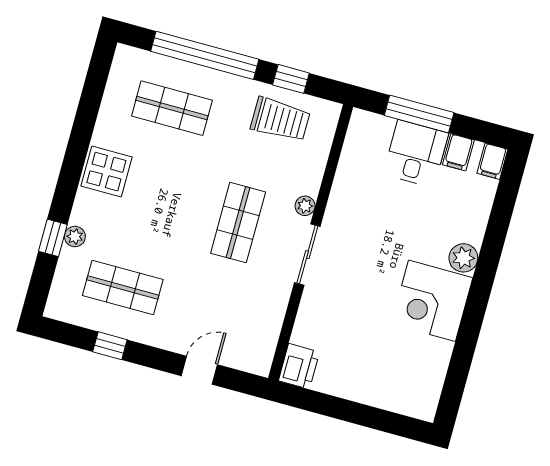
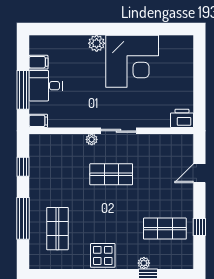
window: (205, 55) -> (23, 218), width x0.68
trolley: (280, 119) -> (47, 166), removed
filing cabinet: (492, 161) -> (38, 121), moved
shop shelf: (123, 288) -> (165, 229), turned 90
corner desk: (432, 301) -> (132, 61), width x1.36, depth x1.36
door: (199, 370) -> (199, 173), hinge flipped

